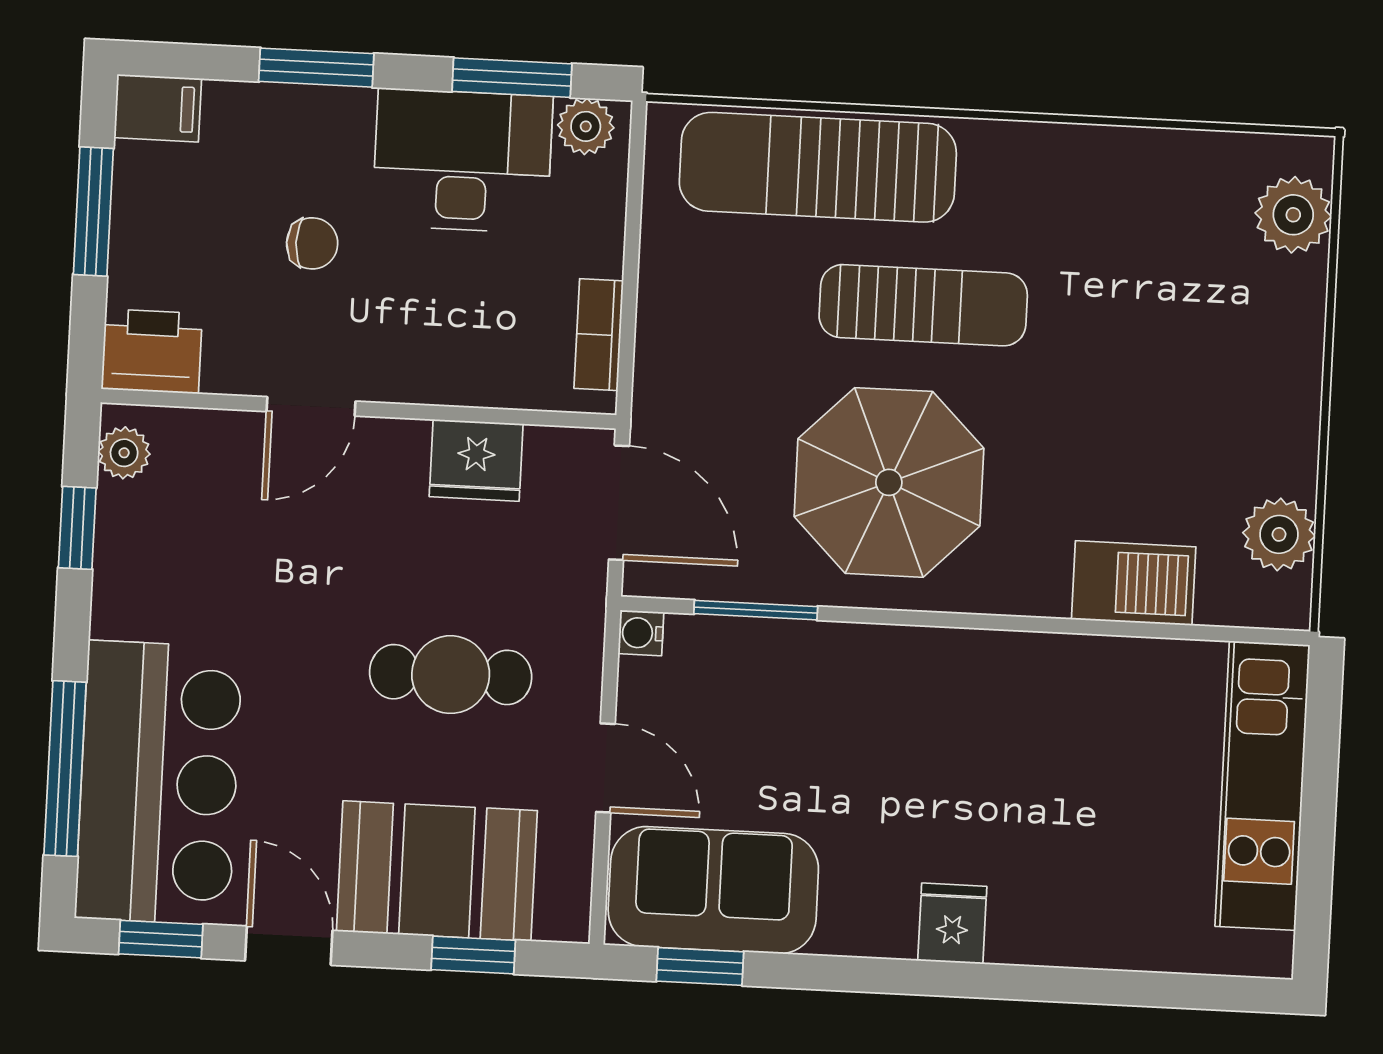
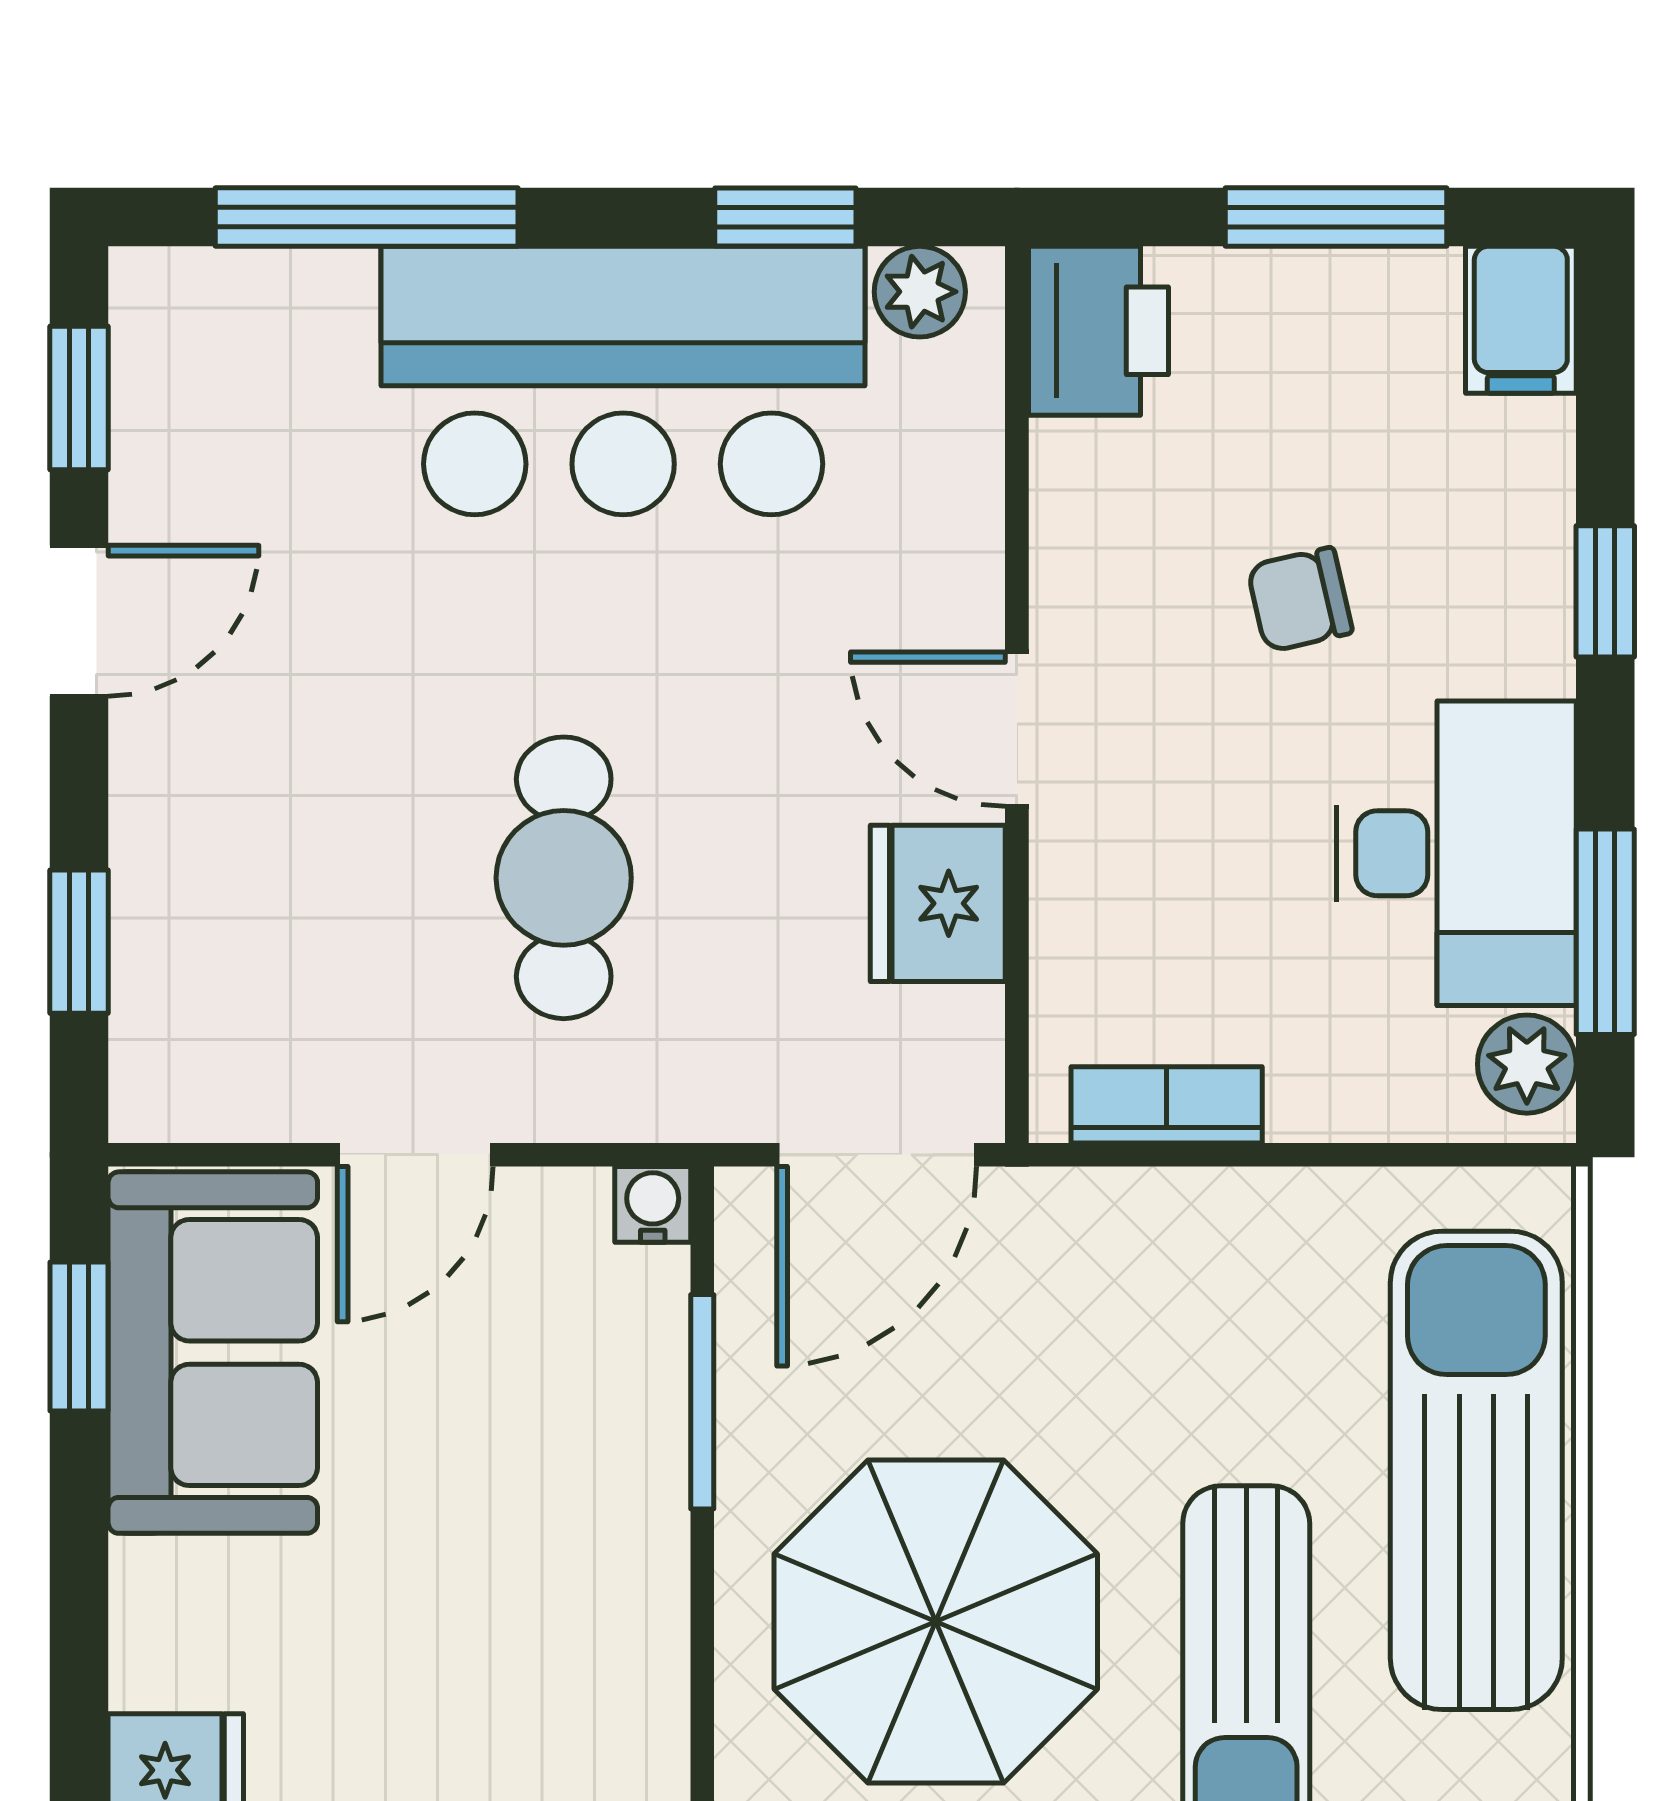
window: (316, 68) -> (1605, 591), width x0.67
chair: (312, 243) -> (1300, 600), turned 77
door: (311, 406) -> (1017, 729), moved
bar counter: (159, 783) -> (623, 381), moved
booth: (437, 871) -> (222, 871), removed

